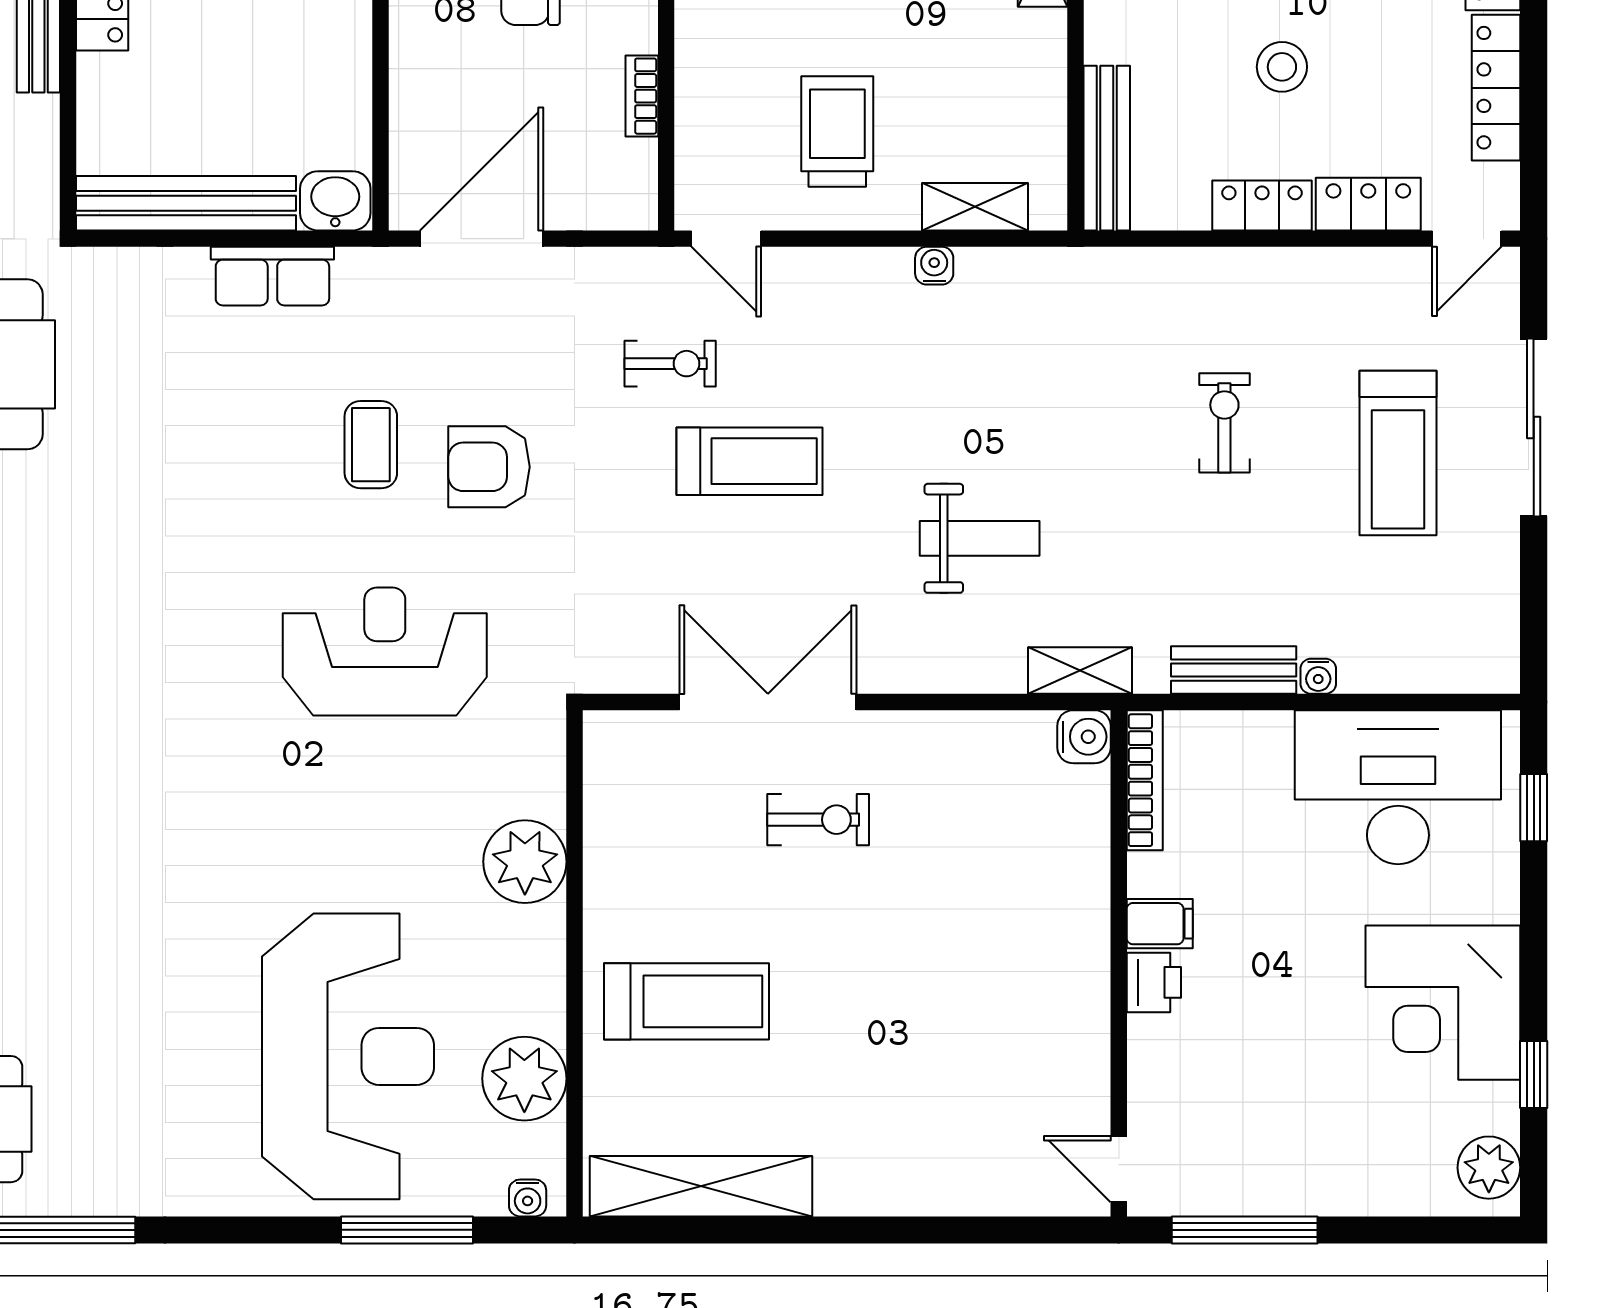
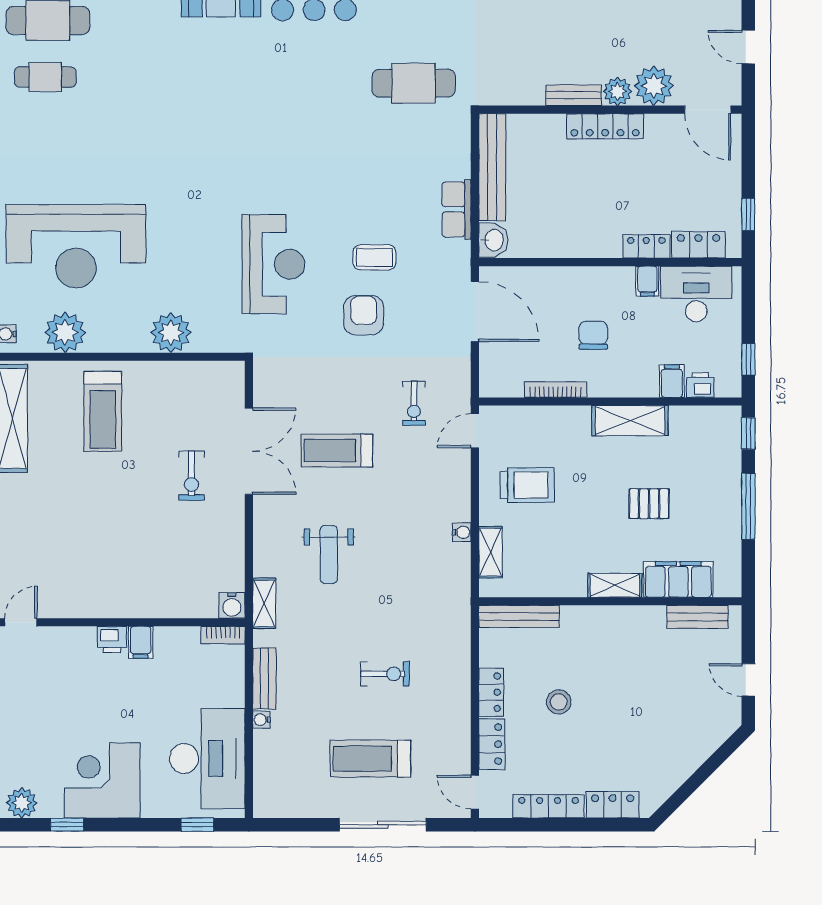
bookcase: (642, 96) -> (556, 390), width x1.56
treadmill: (750, 461) -> (337, 451), moved, turned 90
bookcase: (1145, 780) -> (223, 635), width x0.64

